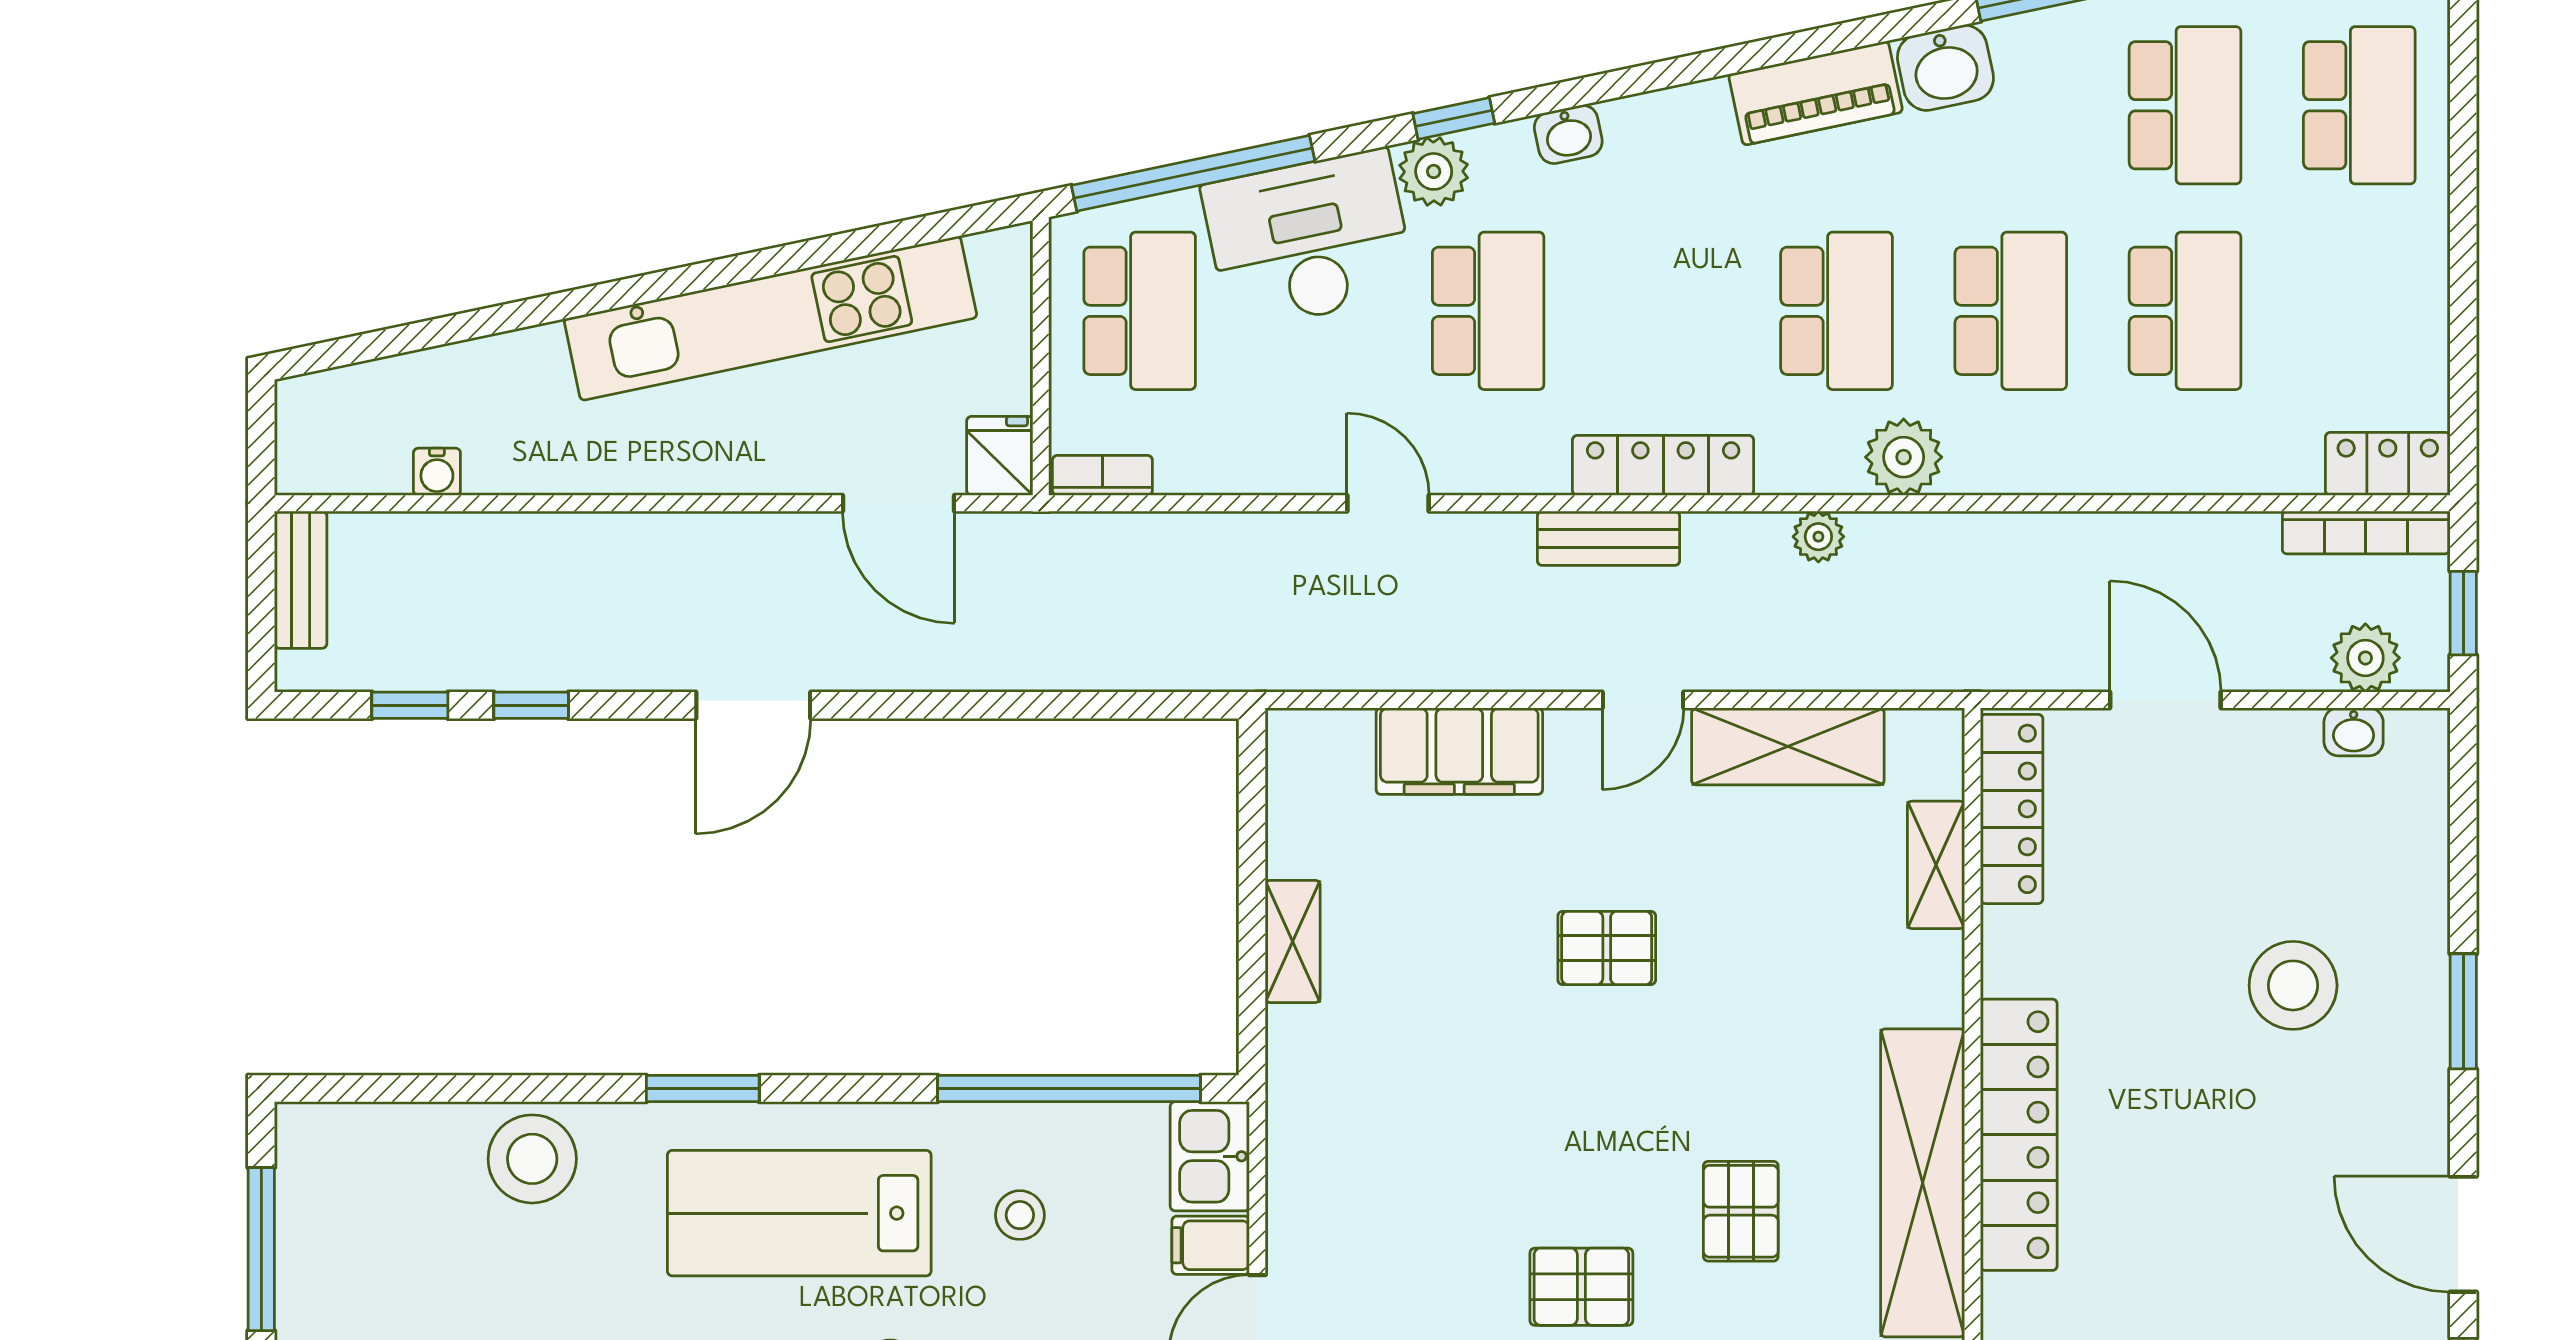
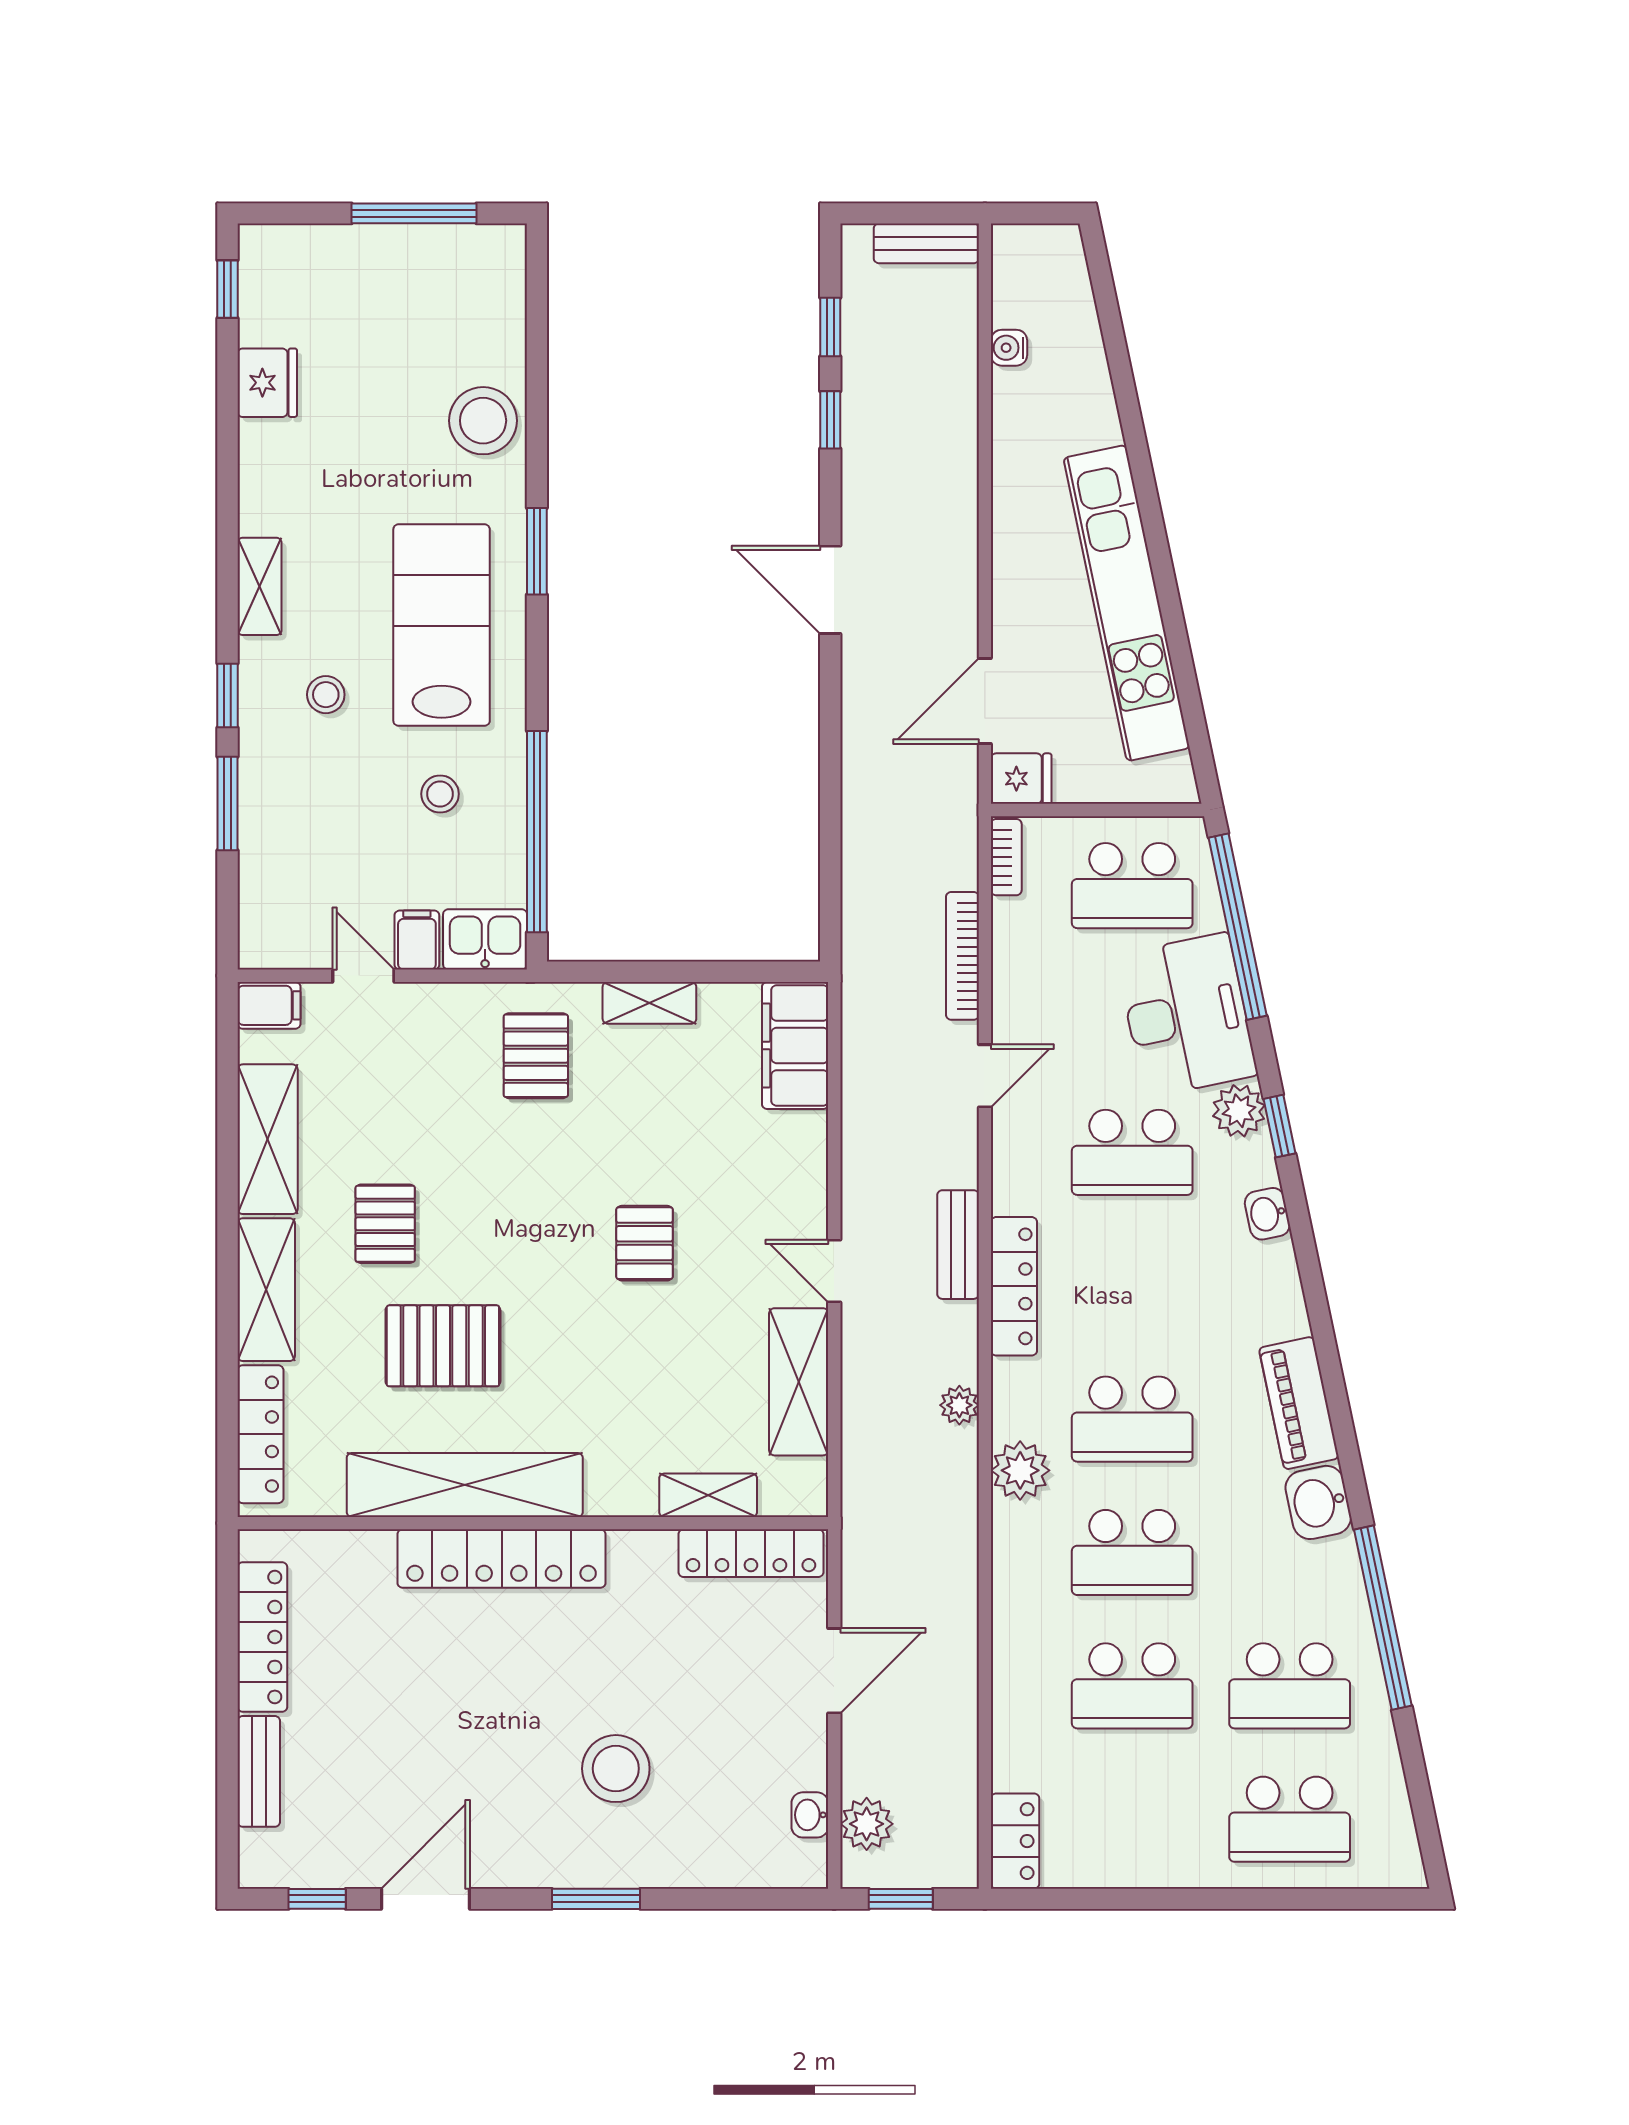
bookcase: (2366, 533) -> (962, 956), moved
filing cabinet: (1459, 751) -> (795, 1045), moved
pallet: (1362, 1090) -> (536, 1056), added
pallet: (1741, 1211) -> (443, 1346), width x1.50, depth x1.42

